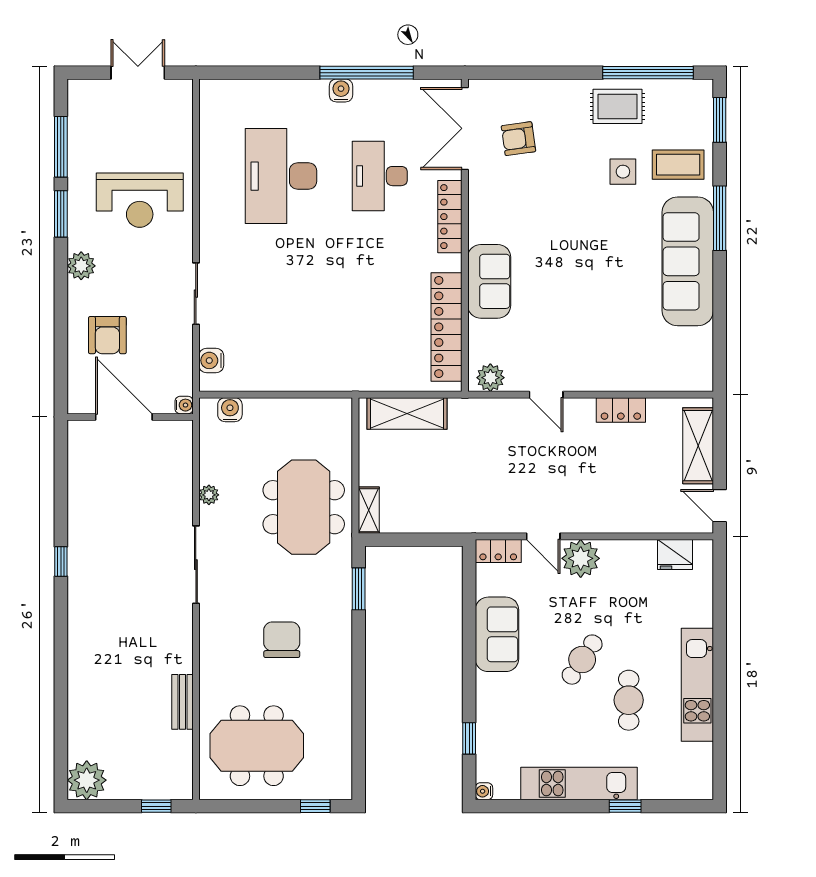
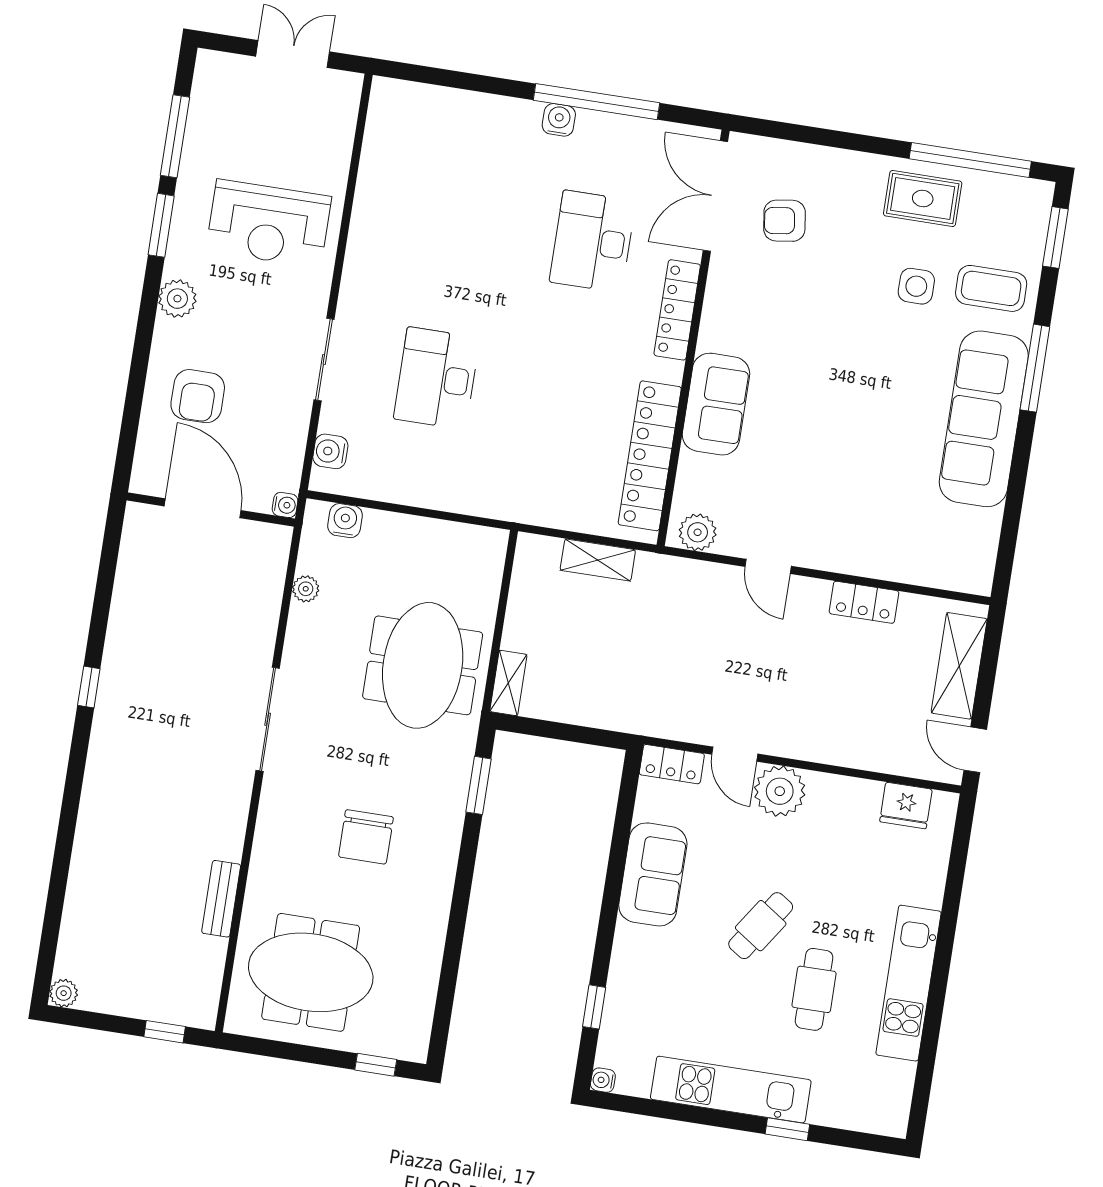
desk: (281, 176) -> (437, 378), moved, width x0.73, depth x0.77
shelving: (407, 414) -> (598, 560), width x0.67, depth x0.75
plant: (209, 495) -> (306, 589), moved
chair: (282, 640) -> (366, 837), turned 180
plant: (87, 780) -> (64, 993), width x0.53, depth x0.53

